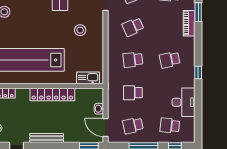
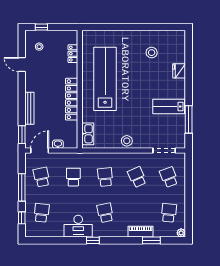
stool: (80, 30) -> (127, 141), moved
desk: (184, 102) -> (78, 226), moved
bench: (47, 138) -> (29, 108), moved

